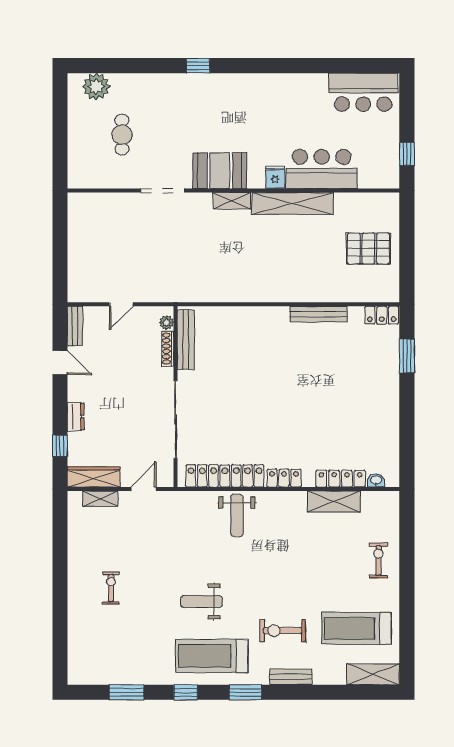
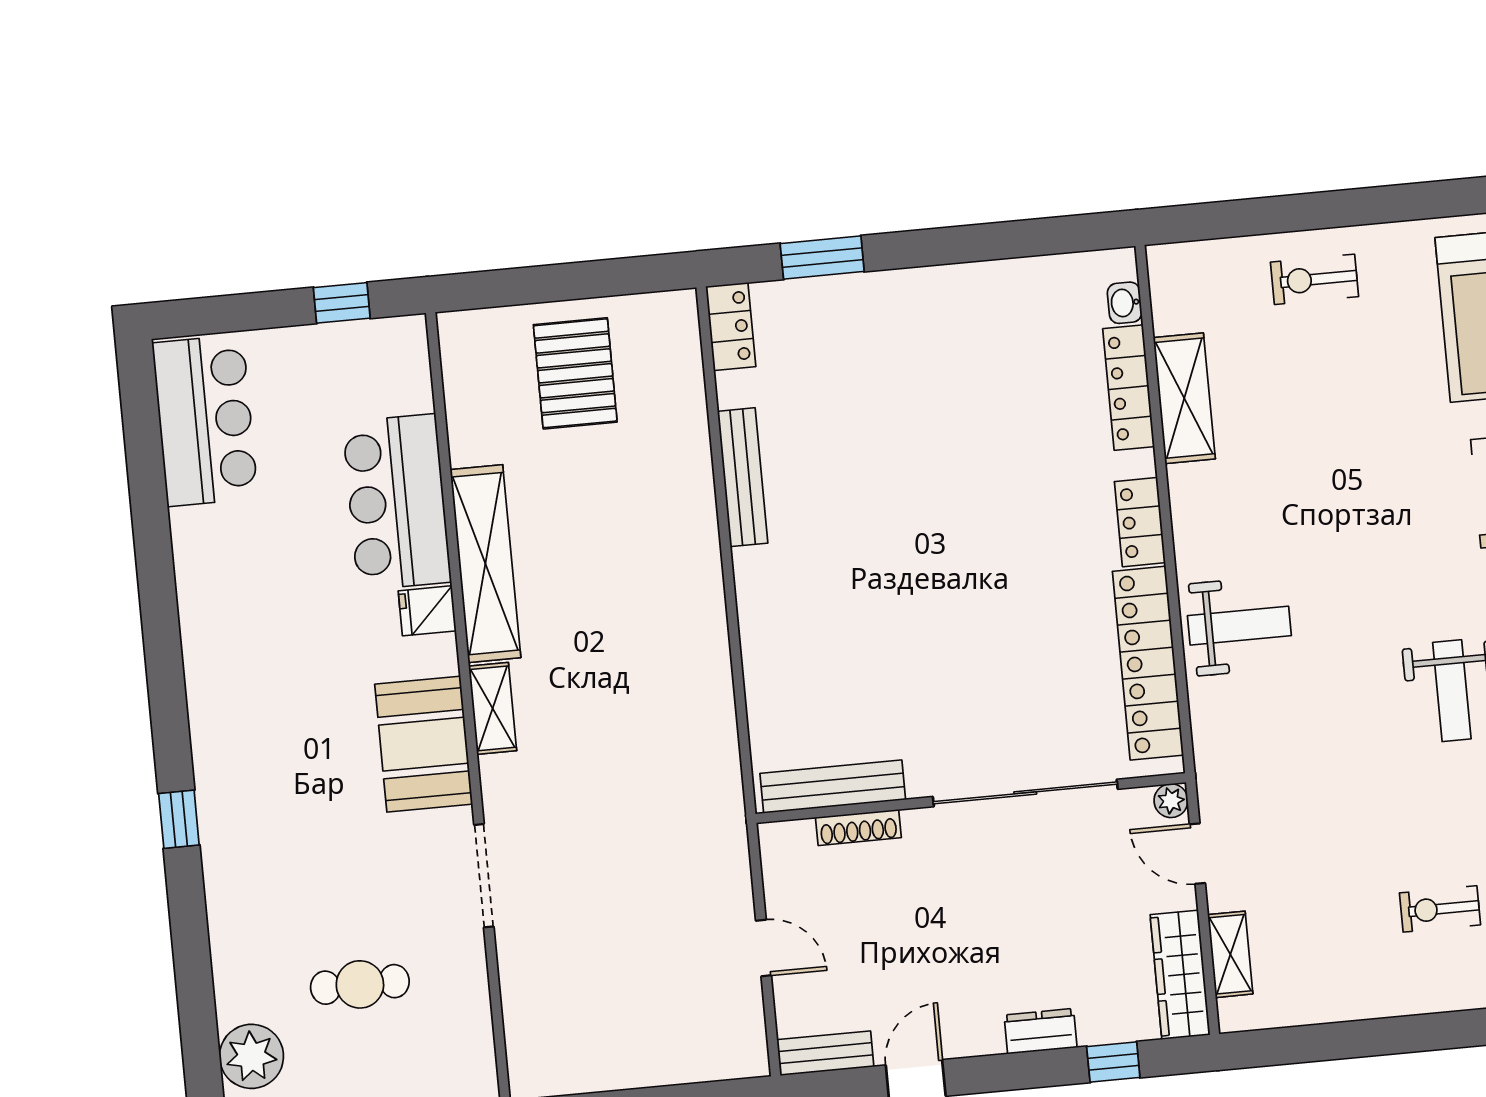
plant: (167, 322) -> (1171, 801), moved

